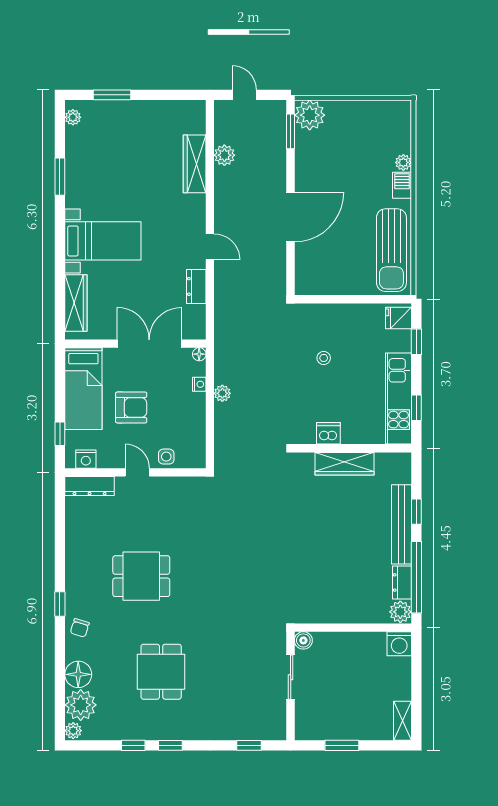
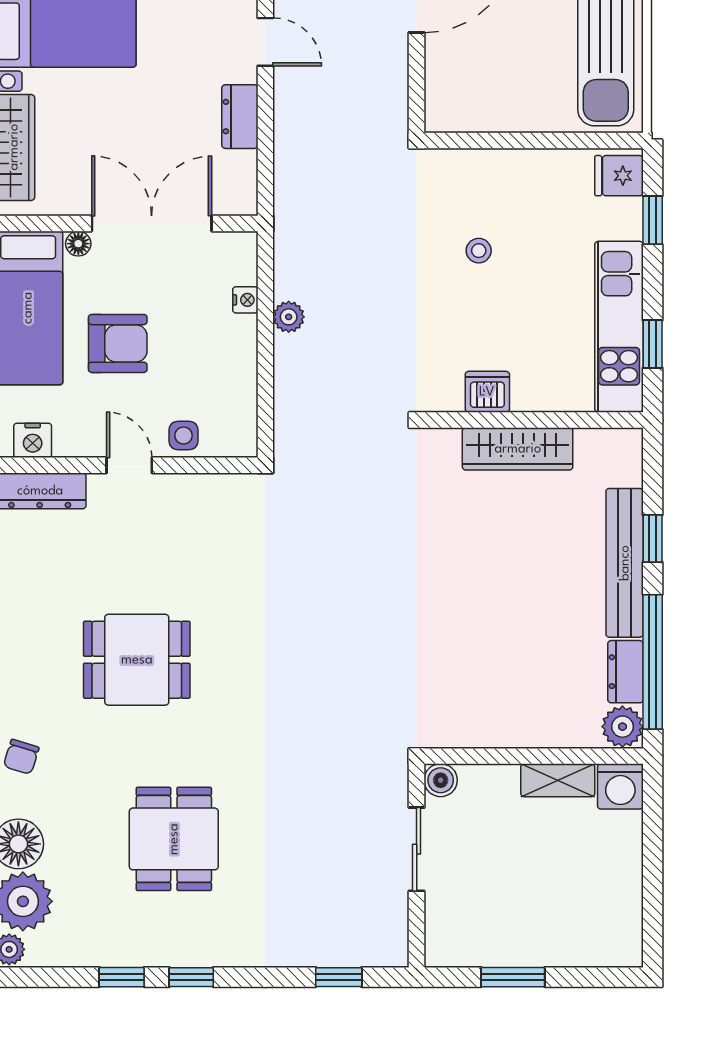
floor lamp: (199, 354) -> (78, 244), moved
shelving: (403, 721) -> (558, 780), moved, turned 90

